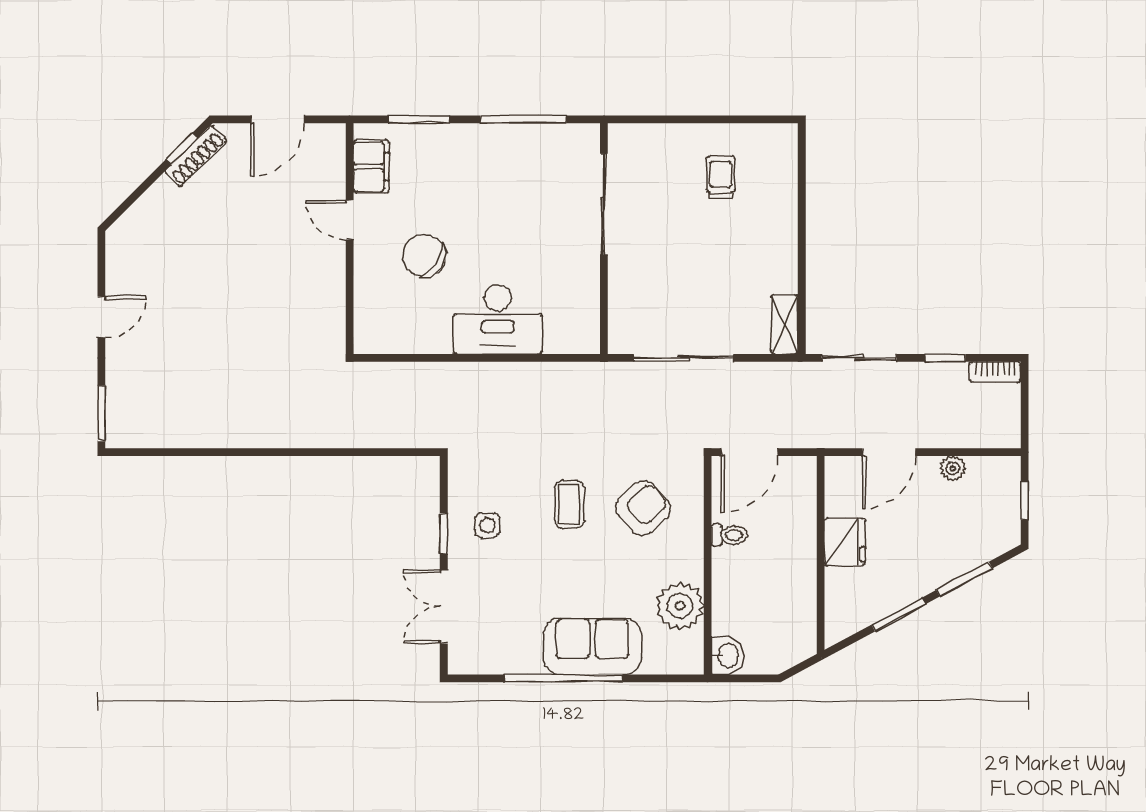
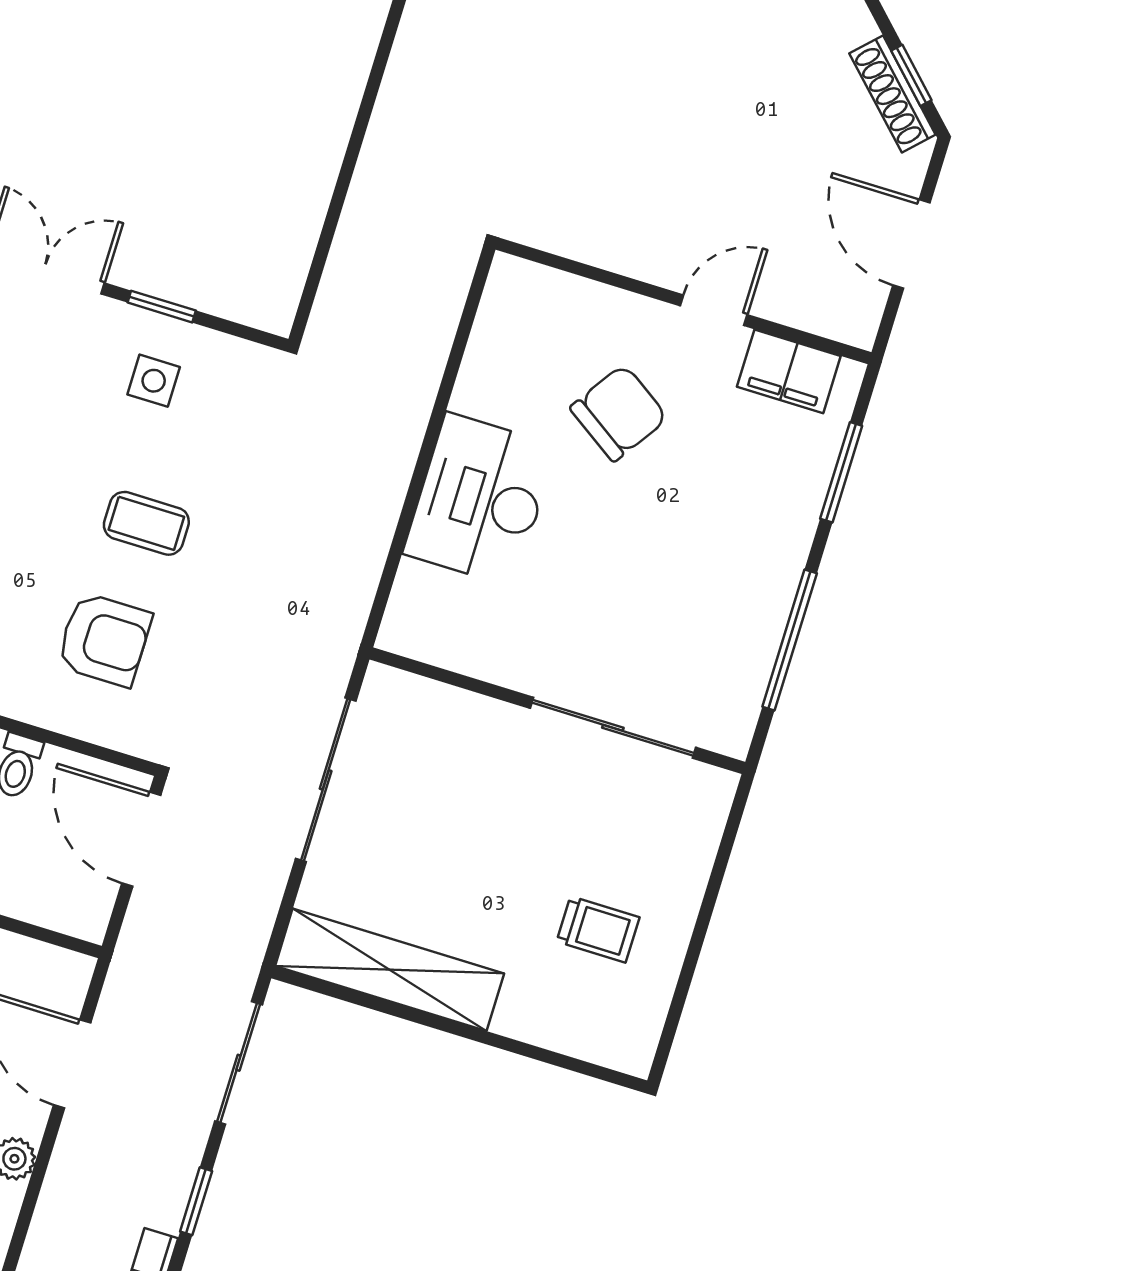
shelving: (785, 324) -> (390, 970), width x2.20, depth x1.33
armchair: (643, 508) -> (104, 640), turned -48

